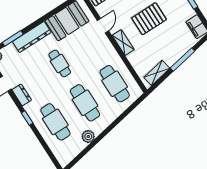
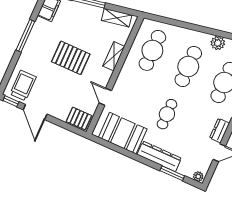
door: (103, 26) -> (105, 97), hinge flipped
shelving: (123, 43) -> (114, 56), moved

